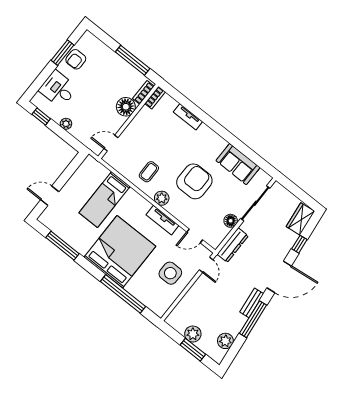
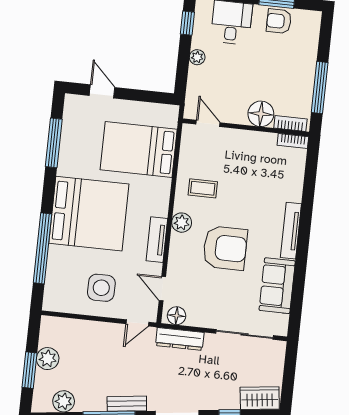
tv unit: (188, 117) -> (291, 231), moved, width x1.41
bed: (105, 200) -> (139, 150), width x1.50
floor lamp: (231, 221) -> (177, 316), moved

